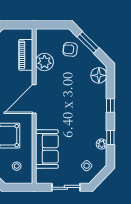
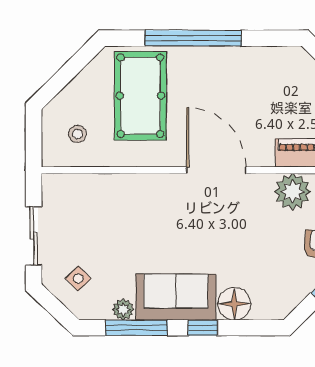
floor lamp: (99, 75) -> (234, 304), moved
window: (110, 138) -> (136, 328), width x2.17
sofa: (47, 149) -> (176, 297), moved, turned 180

